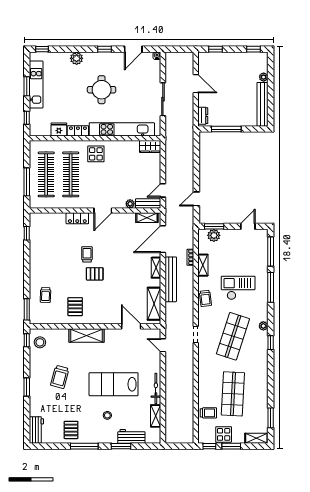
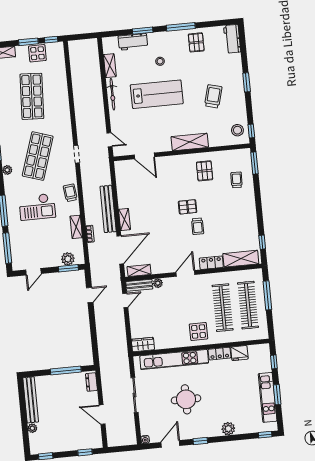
round table: (102, 90) -> (186, 399), moved
shelving: (154, 304) -> (241, 259), moved, turned 90
trolley: (208, 413) -> (55, 74), removed

